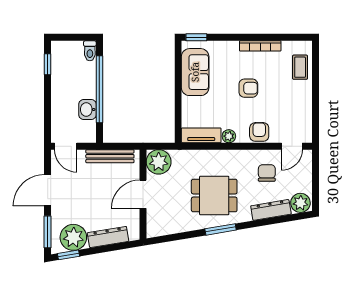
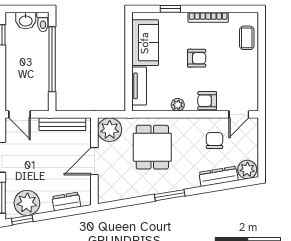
window: (196, 37) -> (170, 9), moved
washbasin: (87, 110) -> (26, 21), moved, turned -90
armchair: (259, 132) -> (207, 101), turned -90
tv unit: (201, 135) -> (139, 86), moved, turned 90
dining table: (214, 196) -> (152, 147), moved, turned 90
dresser: (108, 237) -> (66, 202), width x0.70

